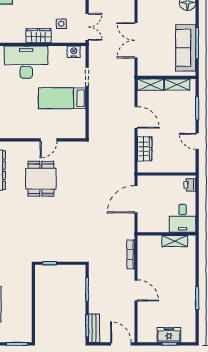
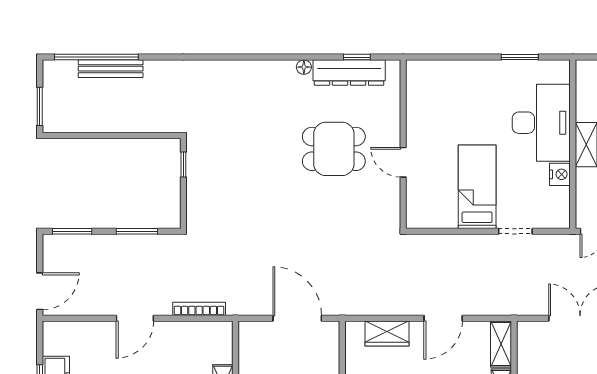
nightstand: (74, 52) -> (560, 174), moved
bench: (94, 328) -> (68, 243), removed

